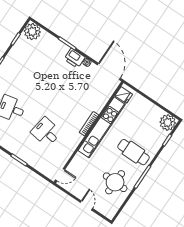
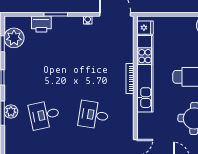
plant: (32, 32) -> (14, 38), moved
printer: (75, 58) -> (41, 24), moved

